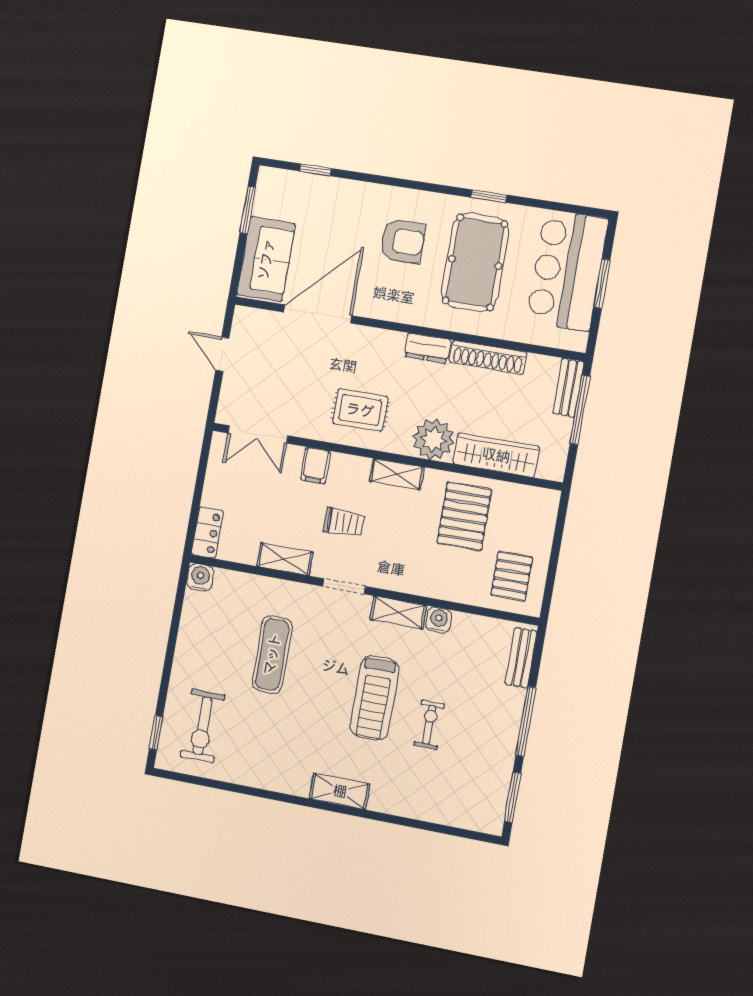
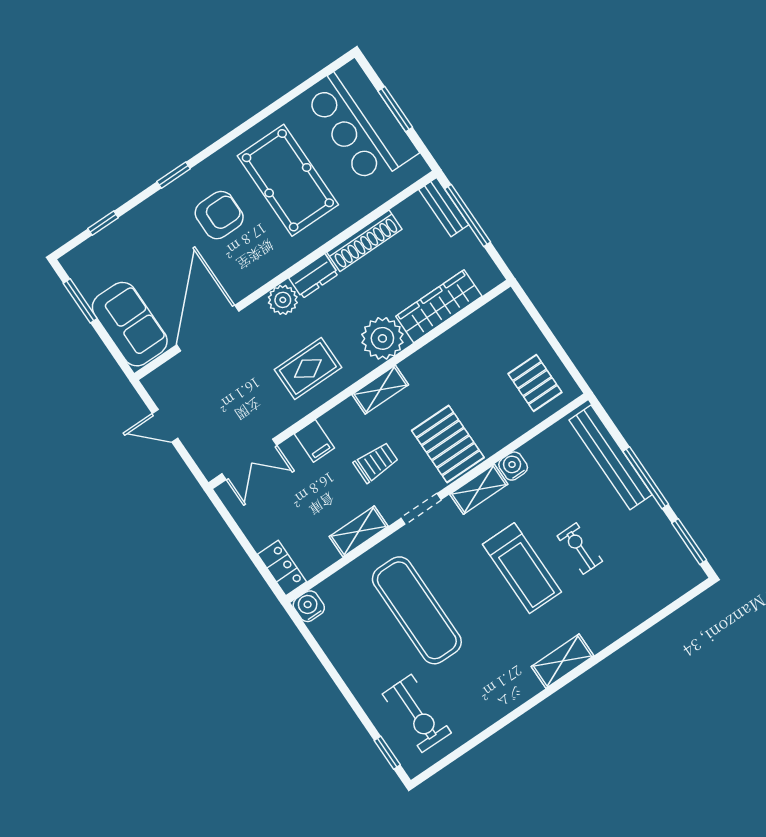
window: (489, 196) -> (174, 175), moved
plant: (389, 344) -> (283, 300), added
pallet: (464, 516) -> (448, 444), moved
exercise mat: (272, 654) -> (417, 610), width x1.36, depth x1.45
bench: (521, 658) -> (611, 457), width x1.86, depth x1.21

